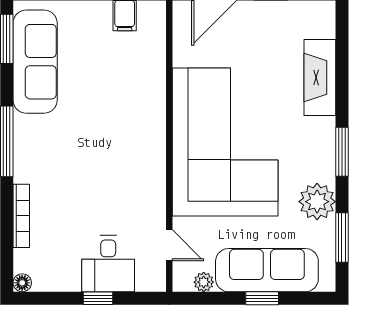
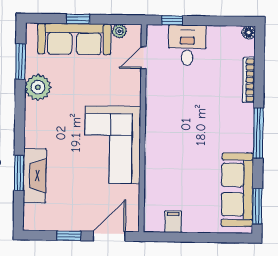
corner sofa: (225, 142) -> (113, 145), width x0.73, depth x0.74
window: (342, 152) -> (19, 173), moved
door: (169, 245) -> (144, 58), hinge flipped
window: (98, 298) -> (172, 20), moved

